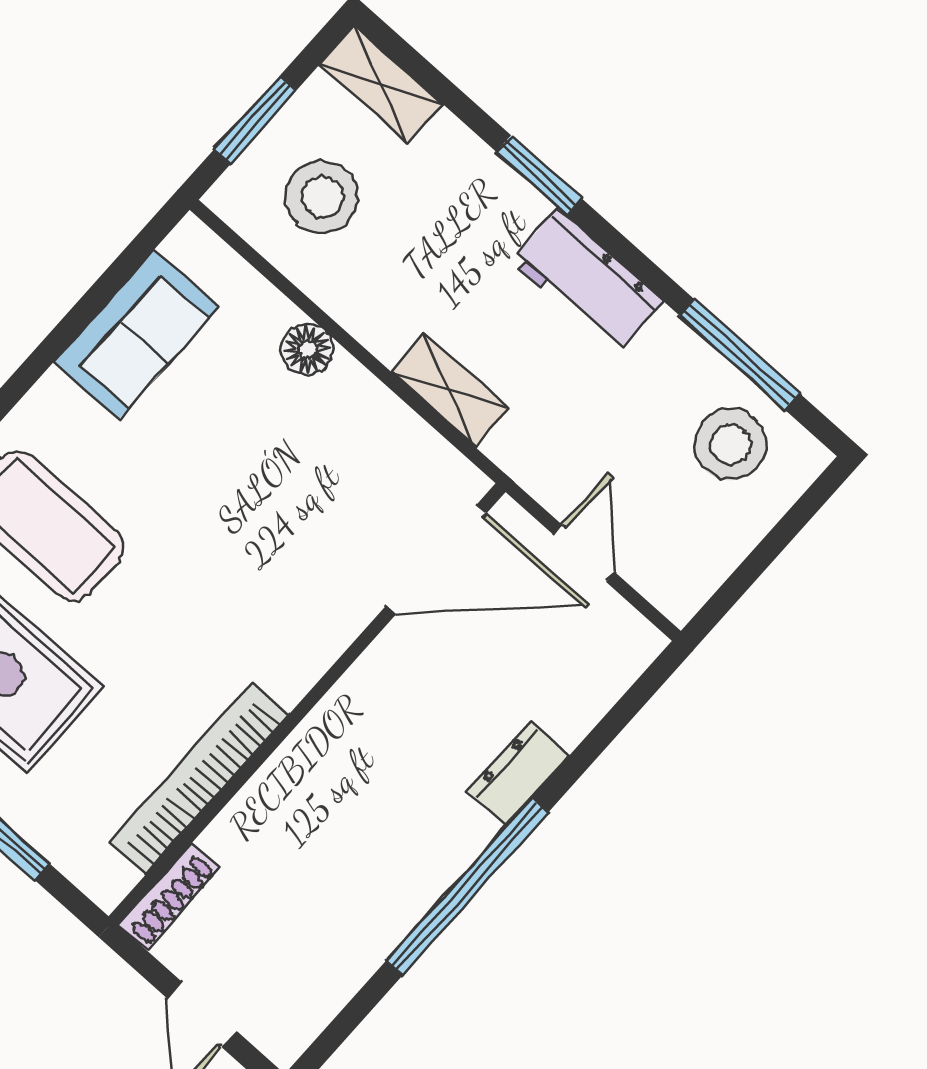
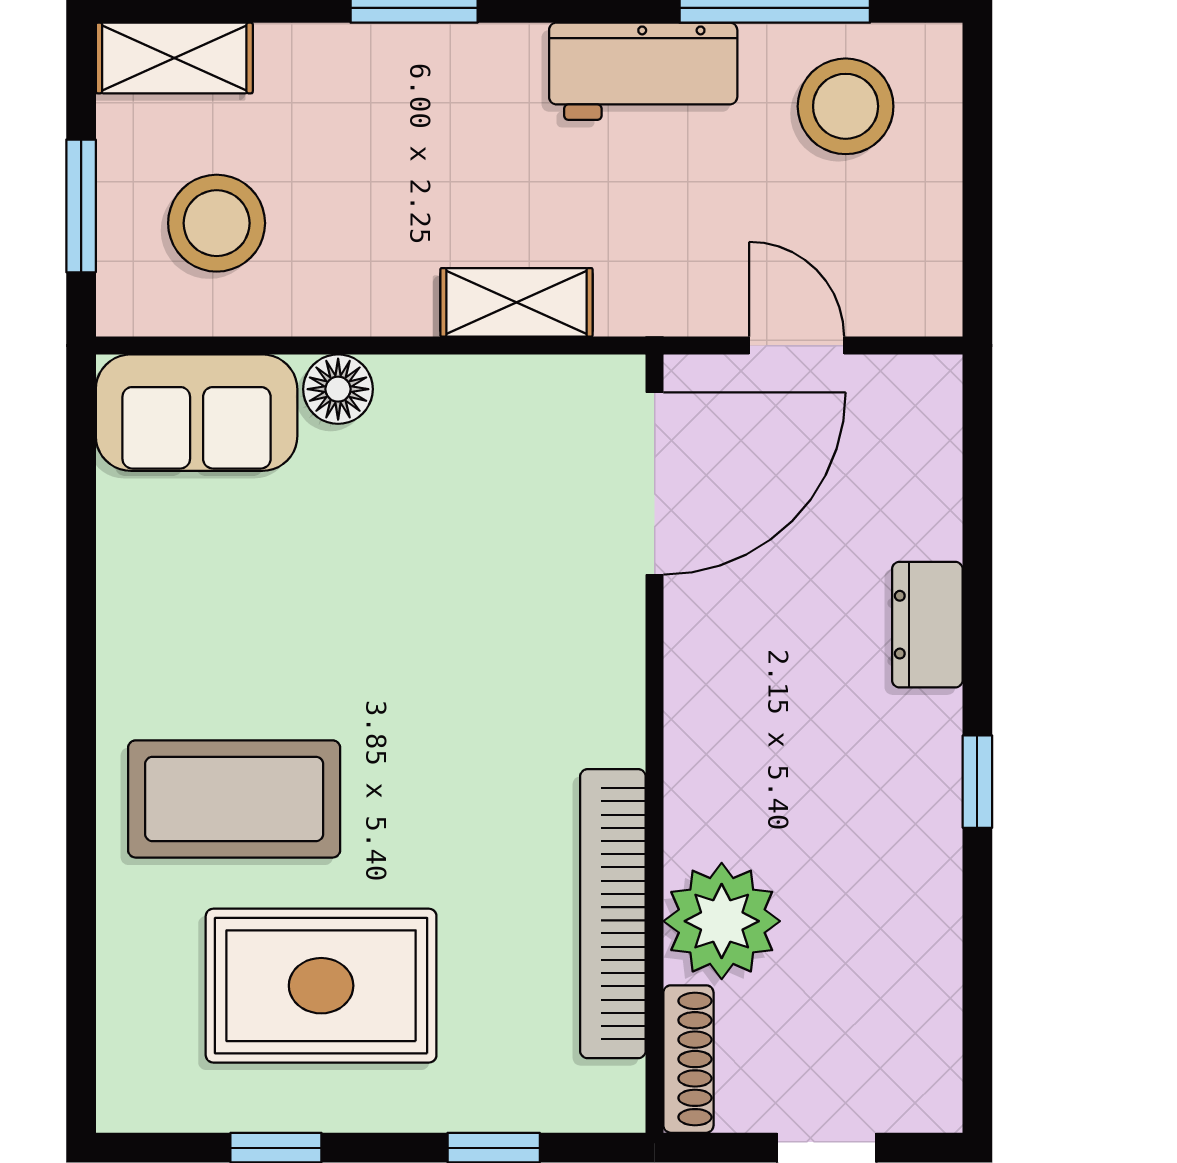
workbench: (587, 281) -> (643, 71), moved
sofa: (136, 335) -> (197, 413), moved, turned 90
plant: (256, 836) -> (722, 921), added
window: (468, 886) -> (977, 782), width x0.32

